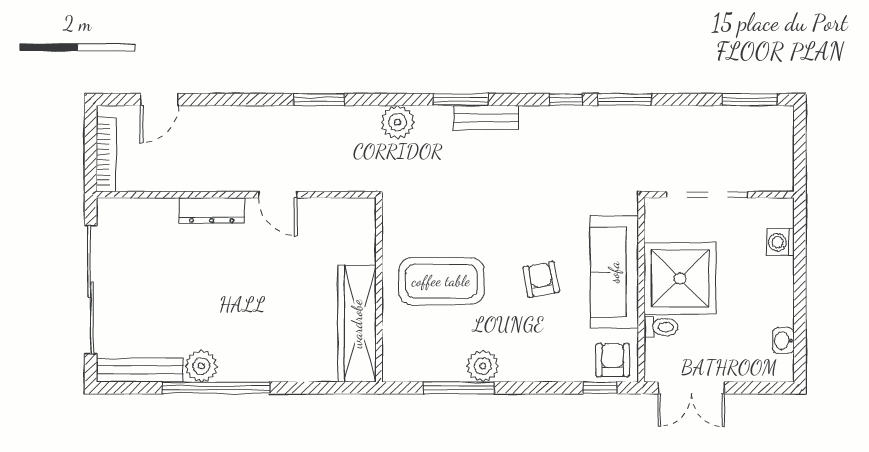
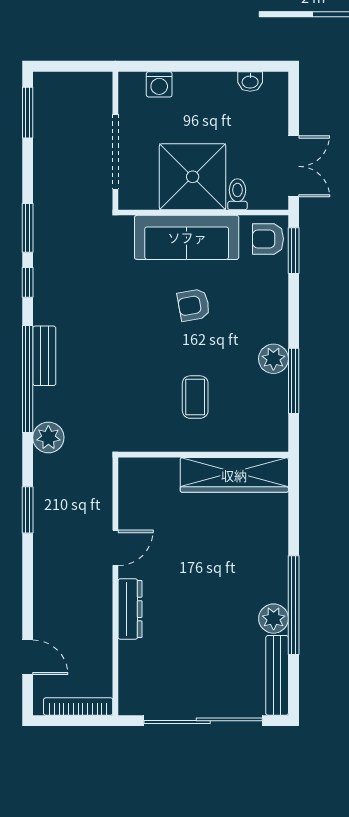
window: (461, 100) -> (28, 379), width x2.11
coffee table: (441, 281) -> (195, 397), width x0.54, depth x0.58
window: (600, 388) -> (294, 251), width x1.50

